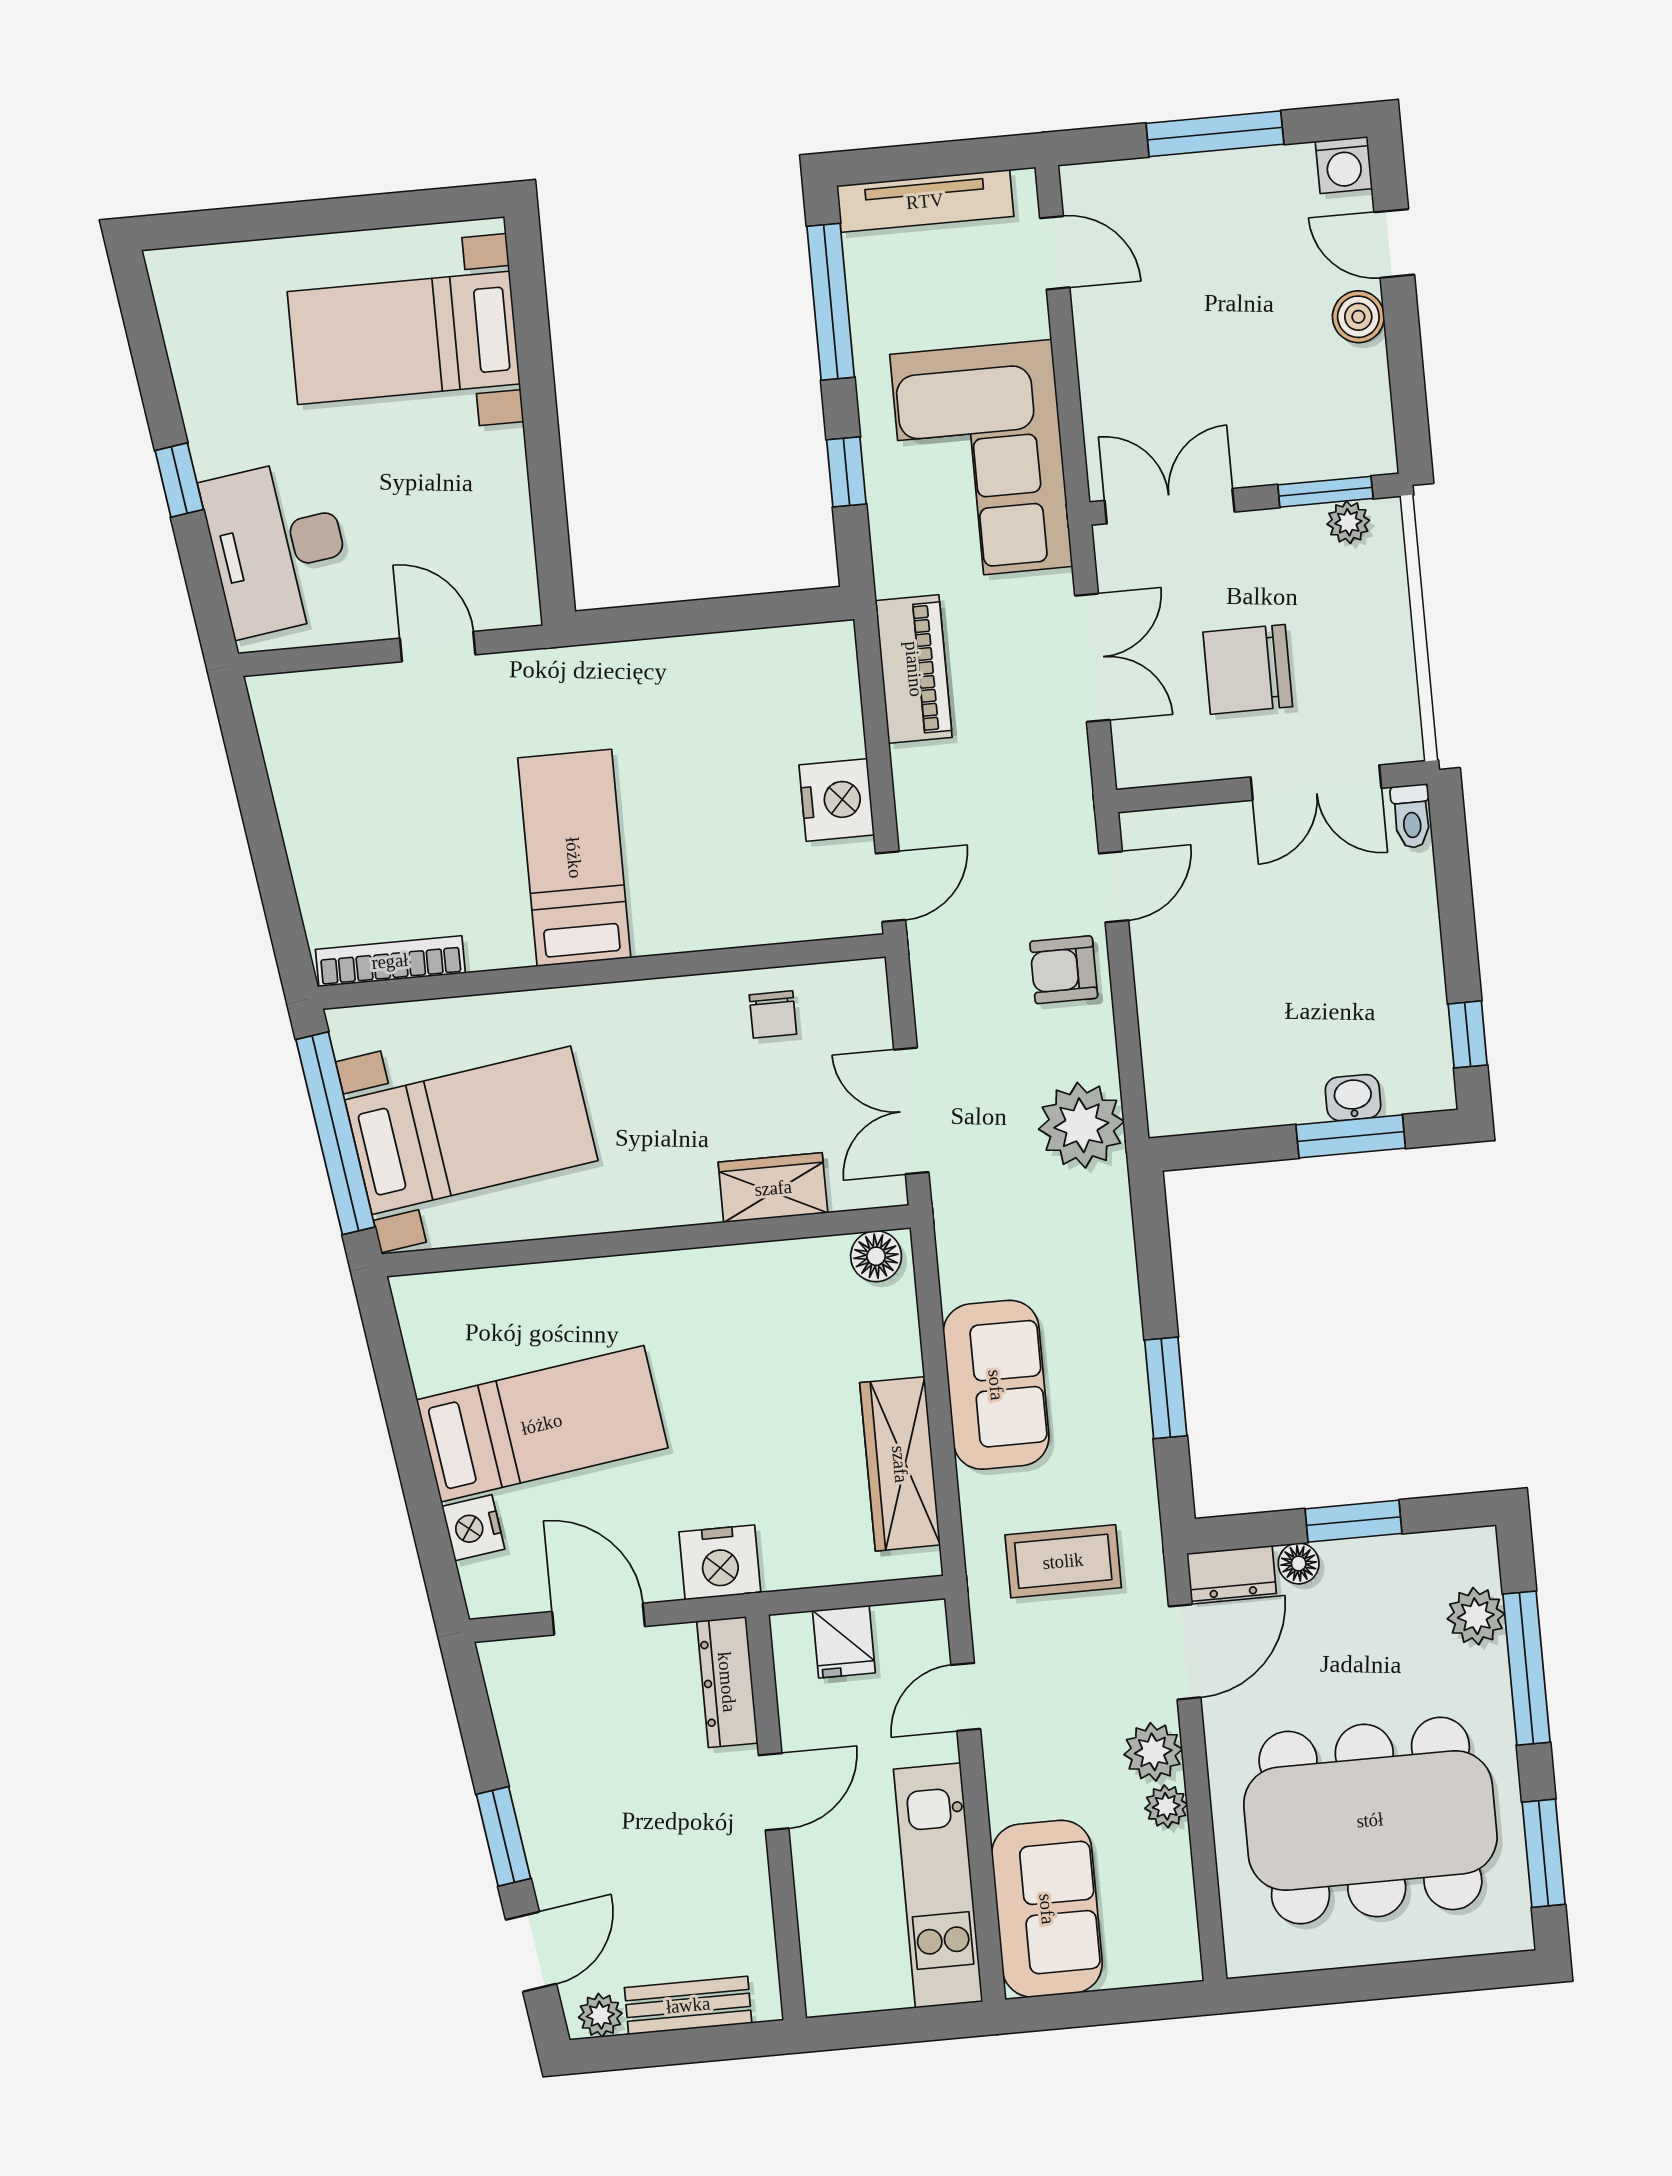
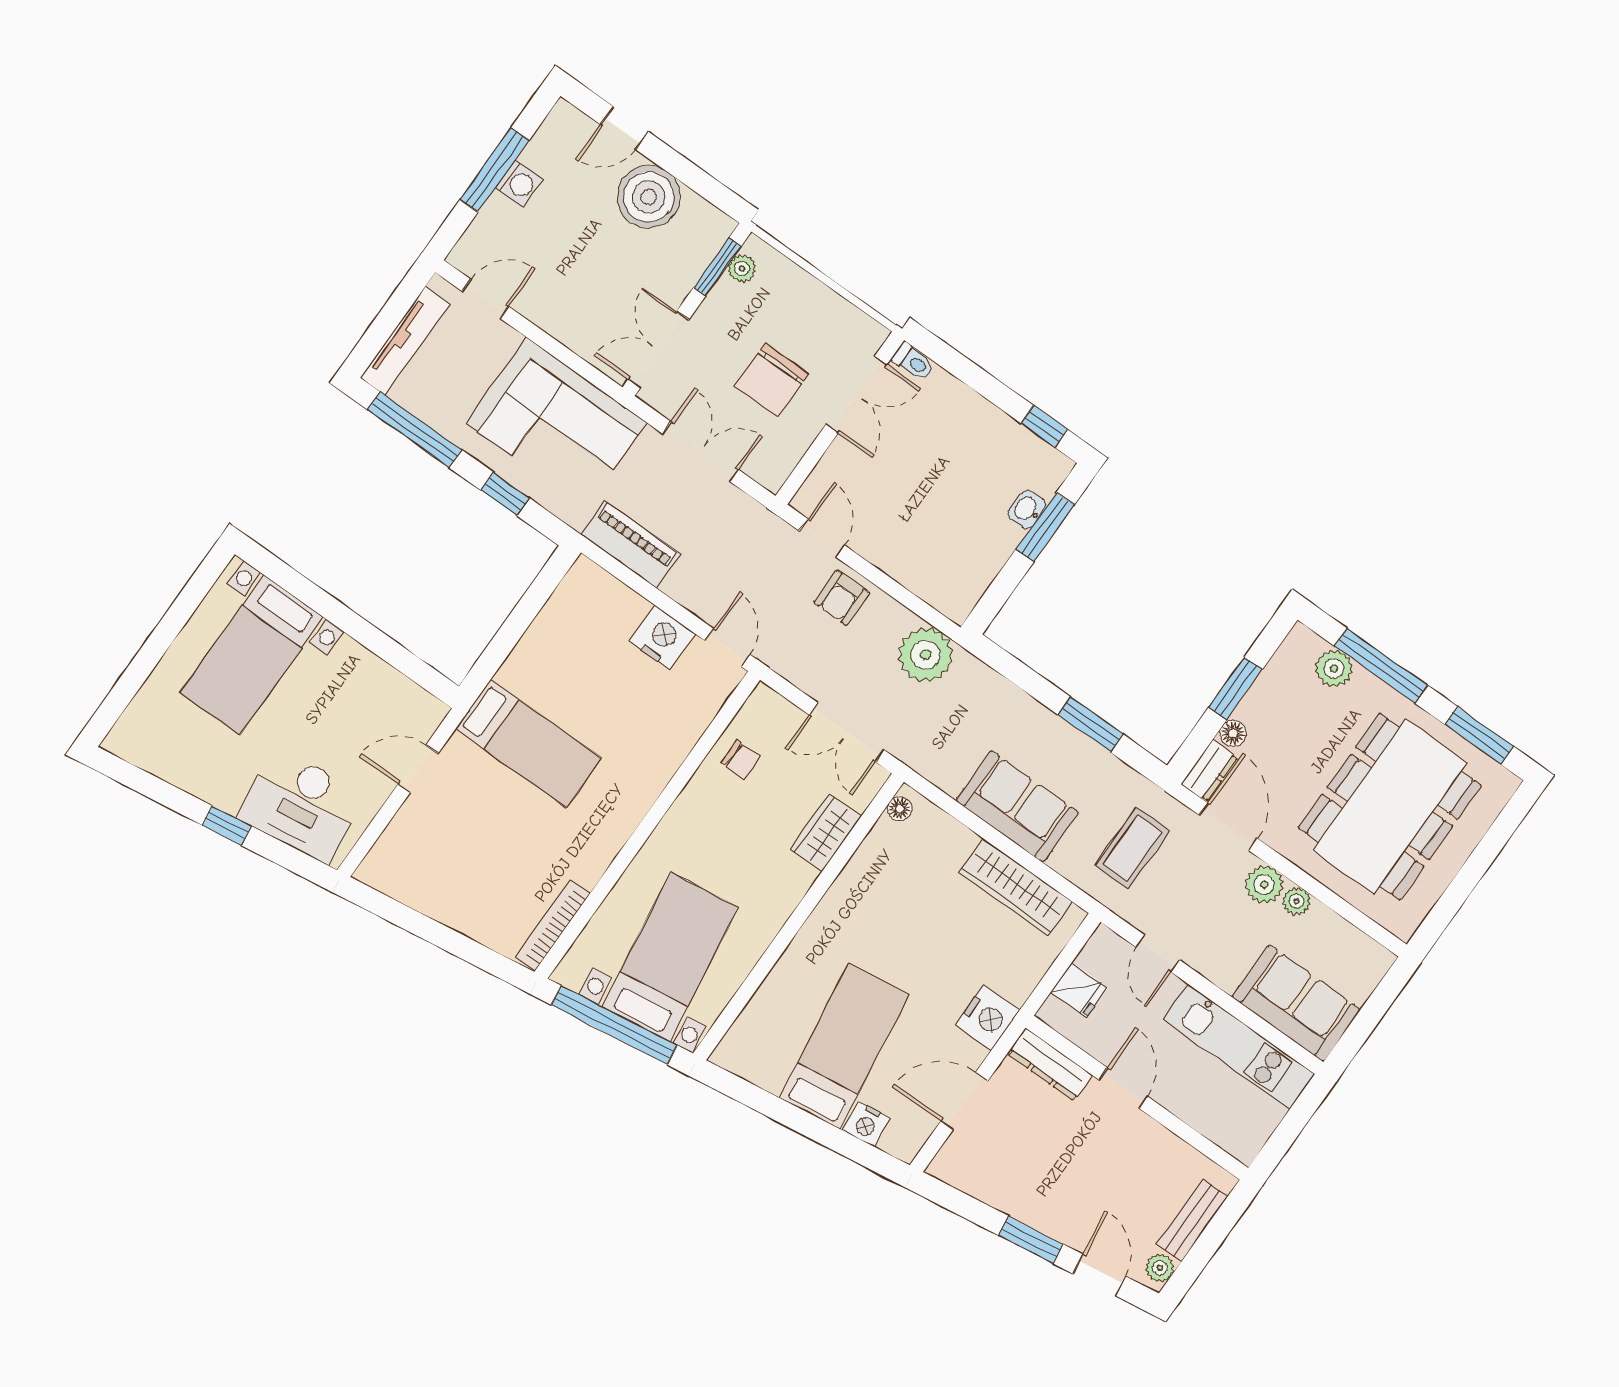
washing machine: (1344, 165) -> (519, 183), moved
boiler: (1358, 317) -> (649, 197), width x1.86, depth x1.86
bed: (574, 858) -> (528, 743), moved, turned 180
floor lamp: (876, 1256) -> (900, 809), width x0.73, depth x0.73

